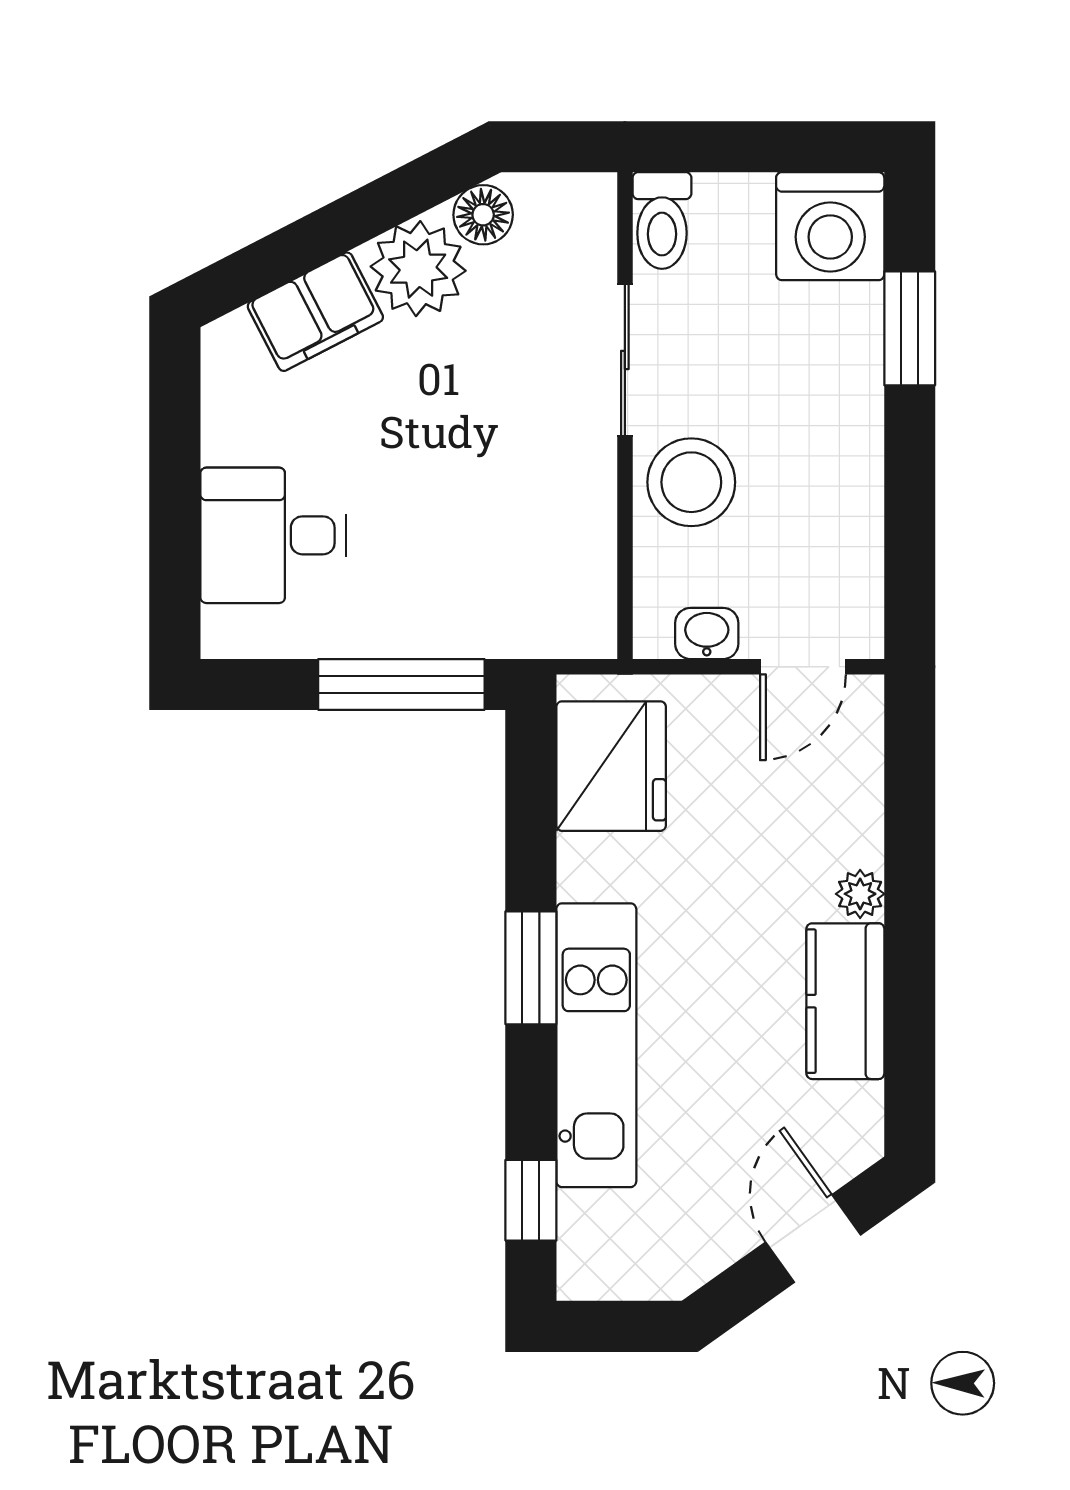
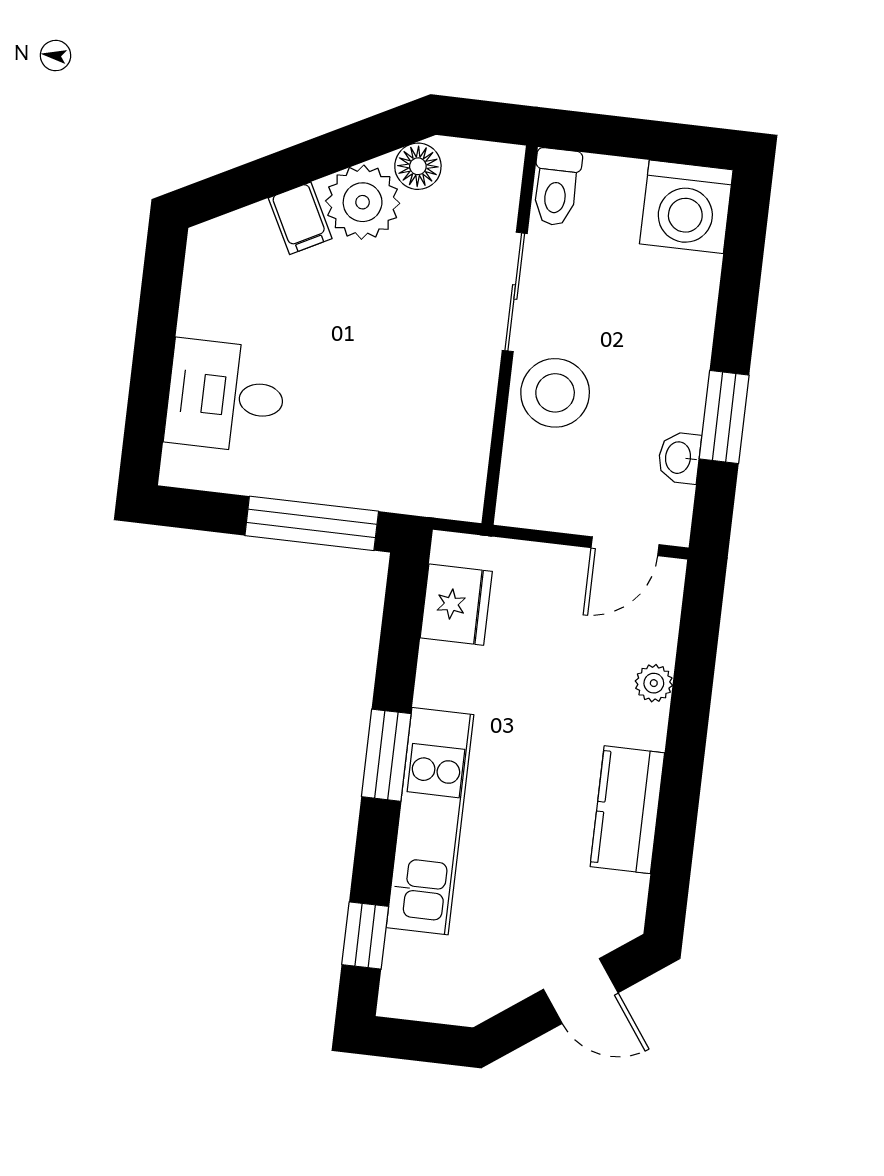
filing cabinet: (315, 312) -> (300, 218), width x0.50
window: (910, 328) -> (724, 417), moved
washbasin: (707, 633) -> (679, 458), moved, turned -90
fridge: (611, 766) -> (456, 605), width x0.73, depth x0.75
plant: (860, 894) -> (654, 683), moved
door: (813, 1239) -> (581, 991), swing flipped

